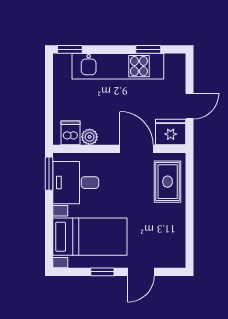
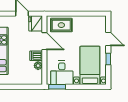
dishwasher: (71, 133) -> (36, 56), moved
door: (137, 149) -> (44, 41), swing flipped

